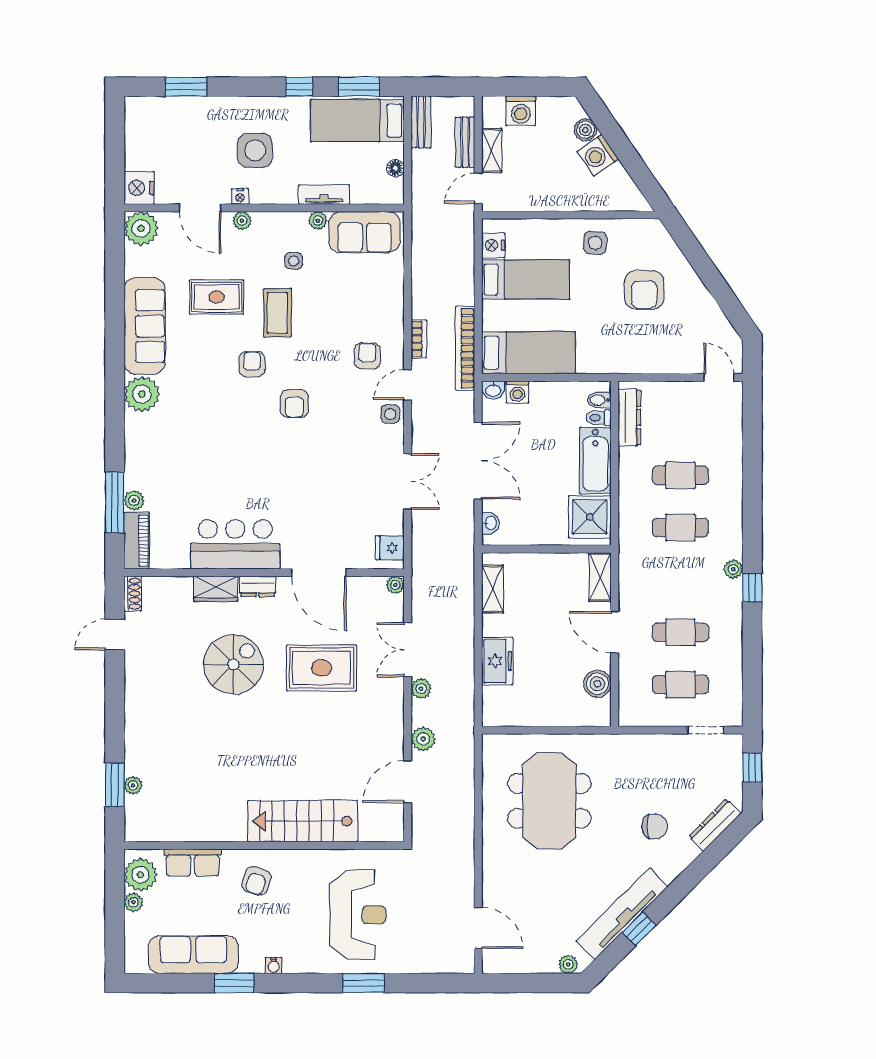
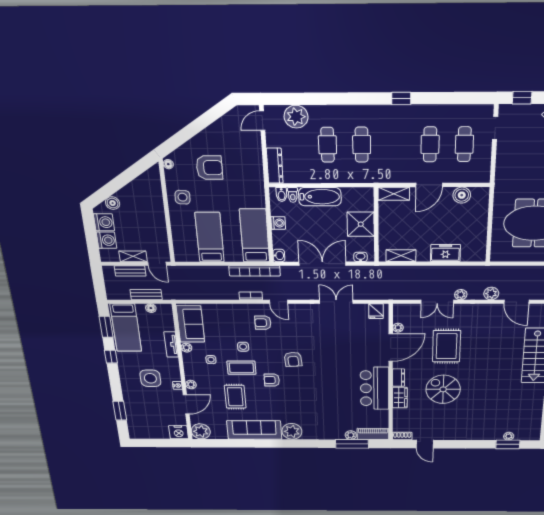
bench: (421, 122) -> (146, 295), moved
washing machine: (598, 155) -> (104, 222), moved, turned -56
floor lamp: (650, 226) -> (168, 164), added
nightstand: (493, 245) -> (191, 255), removed
washing machine: (518, 392) -> (278, 223), moved
armchair: (294, 404) -> (293, 359), turned 85
side table: (390, 414) -> (243, 347), moved
dresser: (629, 418) -> (275, 166), moved, turned 90
shower: (590, 517) -> (361, 224), moved
plant: (733, 569) -> (296, 117), moved, width x1.88, depth x1.88
plant: (395, 585) -> (398, 328), moved

